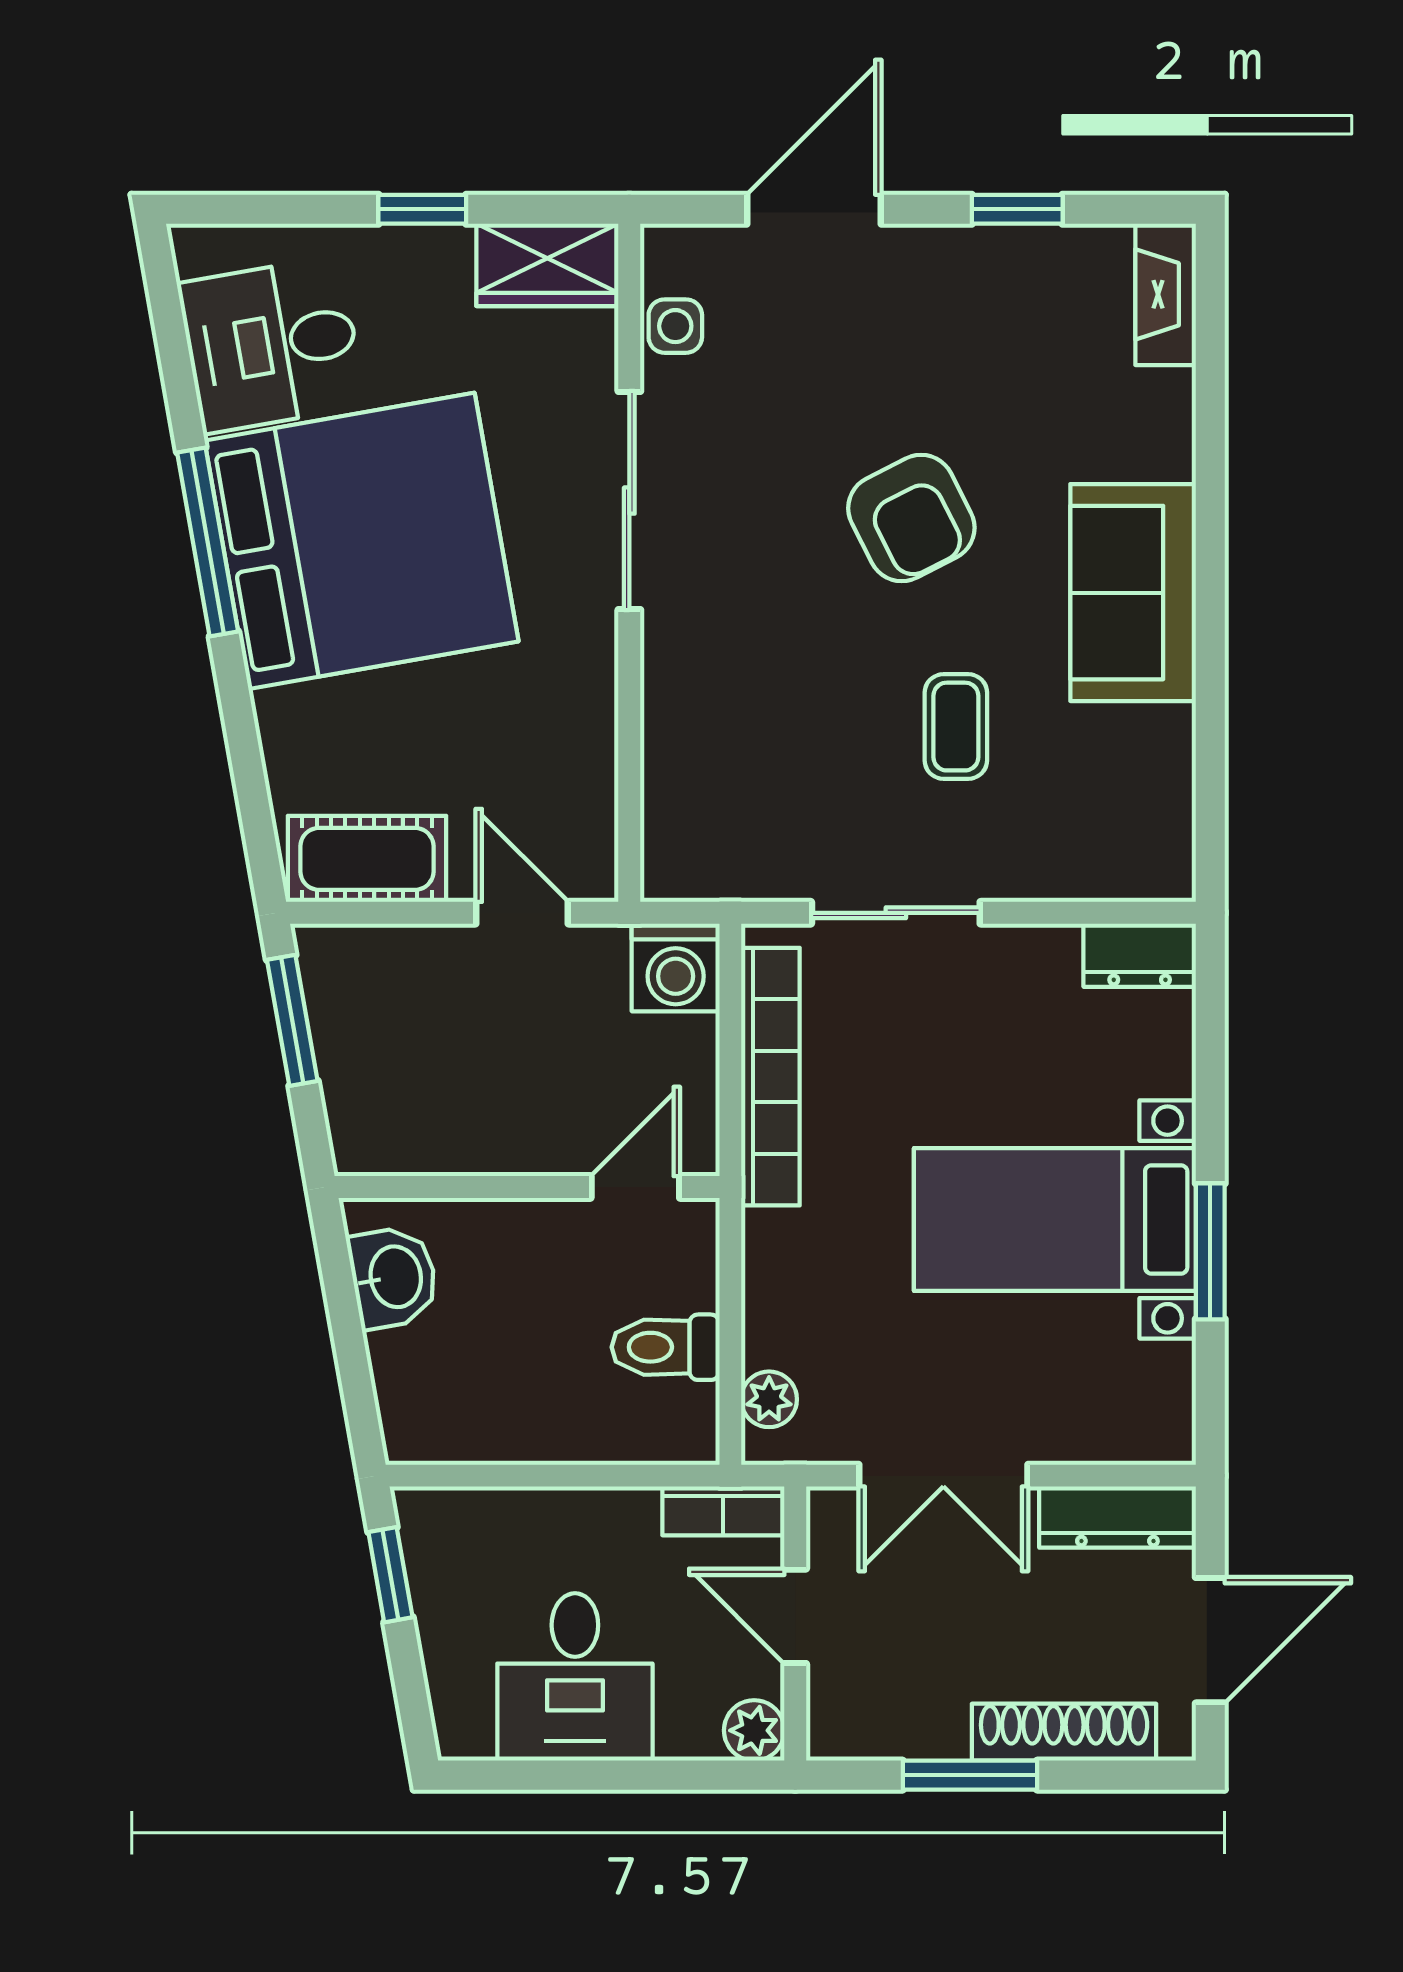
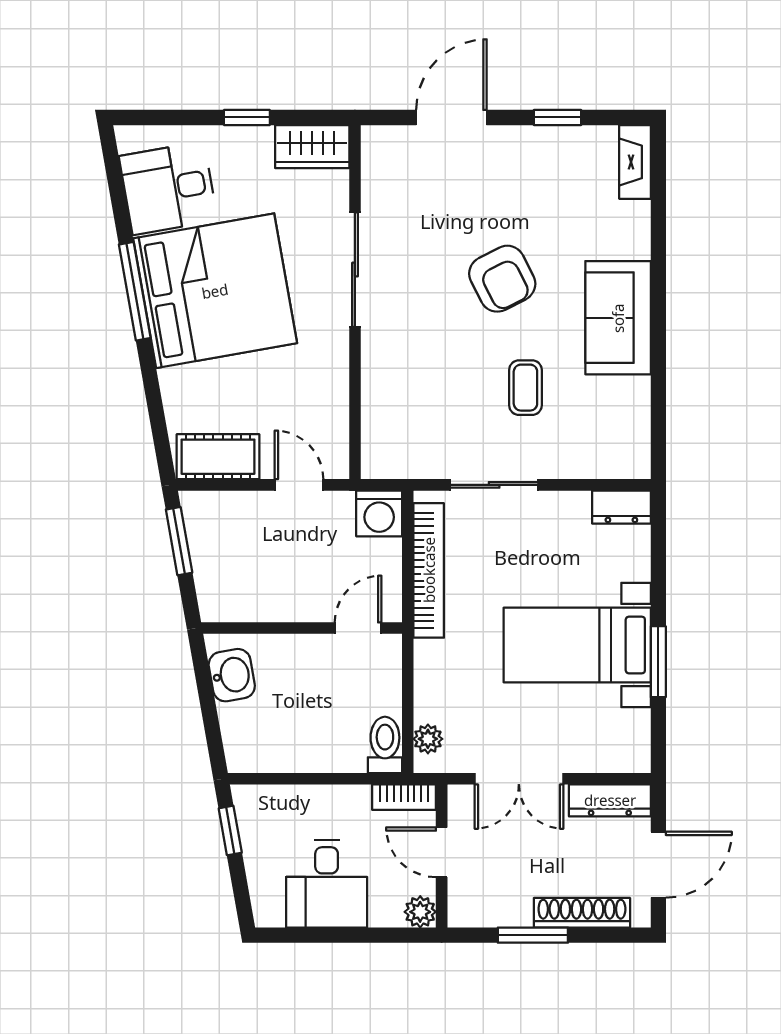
side table: (675, 326) -> (379, 178), removed
toilet: (666, 1347) -> (385, 745), moved, turned 90

